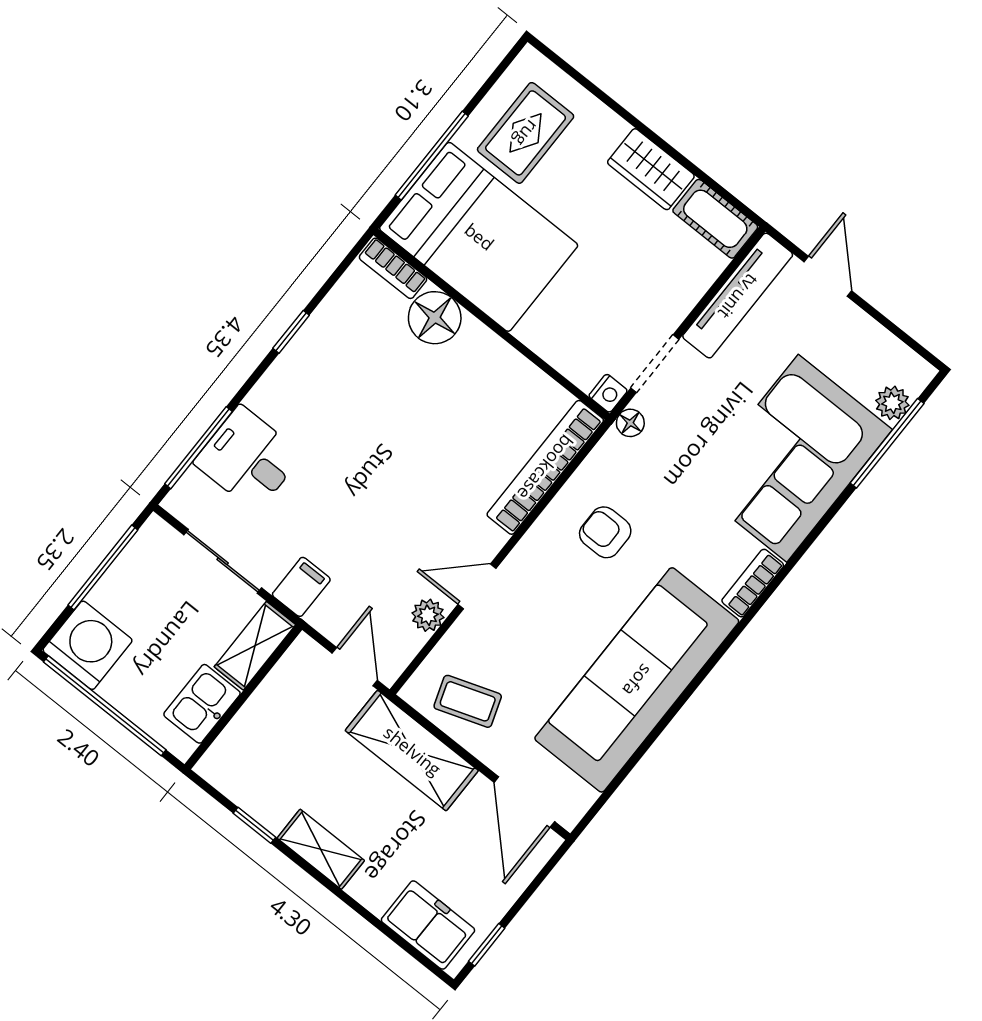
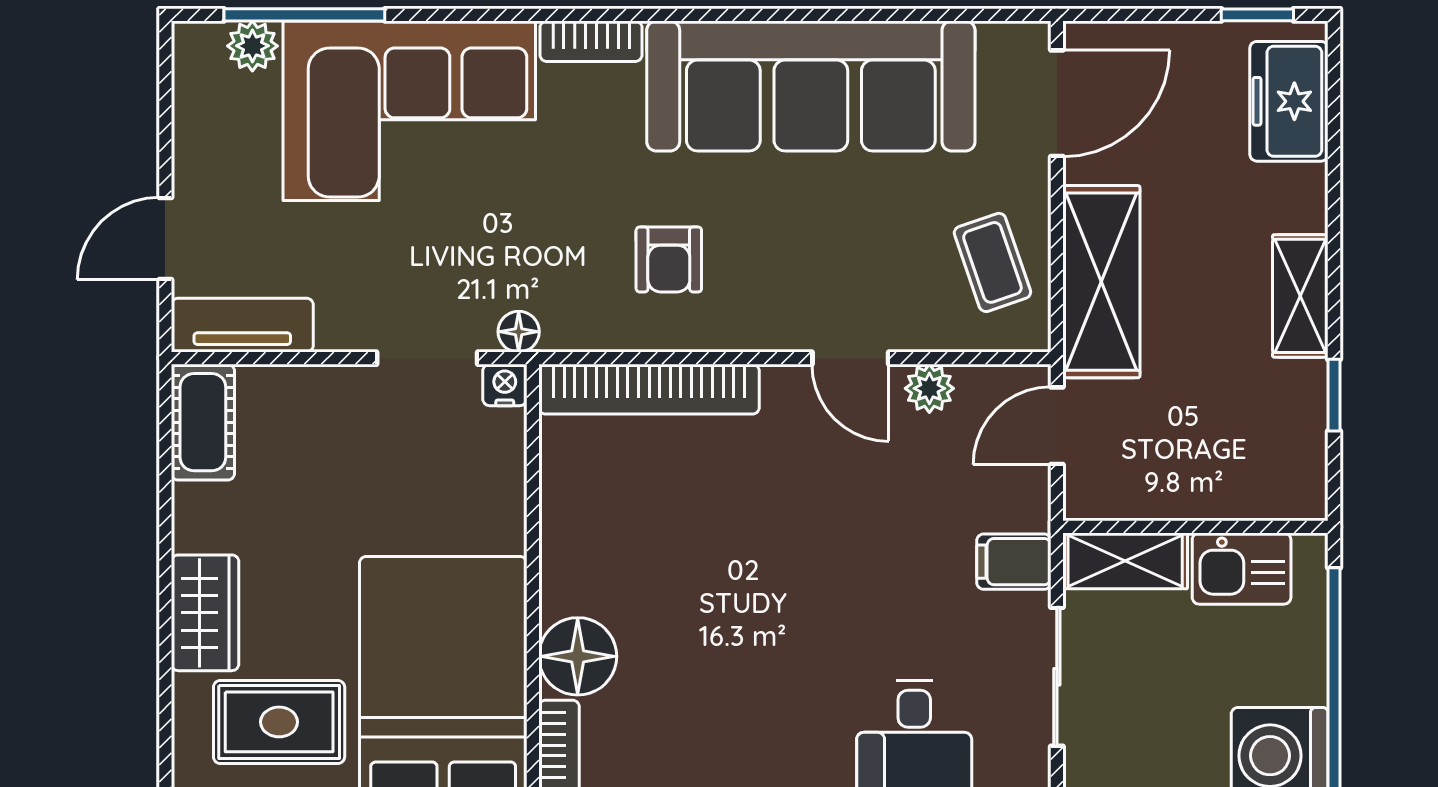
wardrobe: (651, 169) -> (205, 613), moved
tv unit: (738, 296) -> (242, 325), width x0.71

